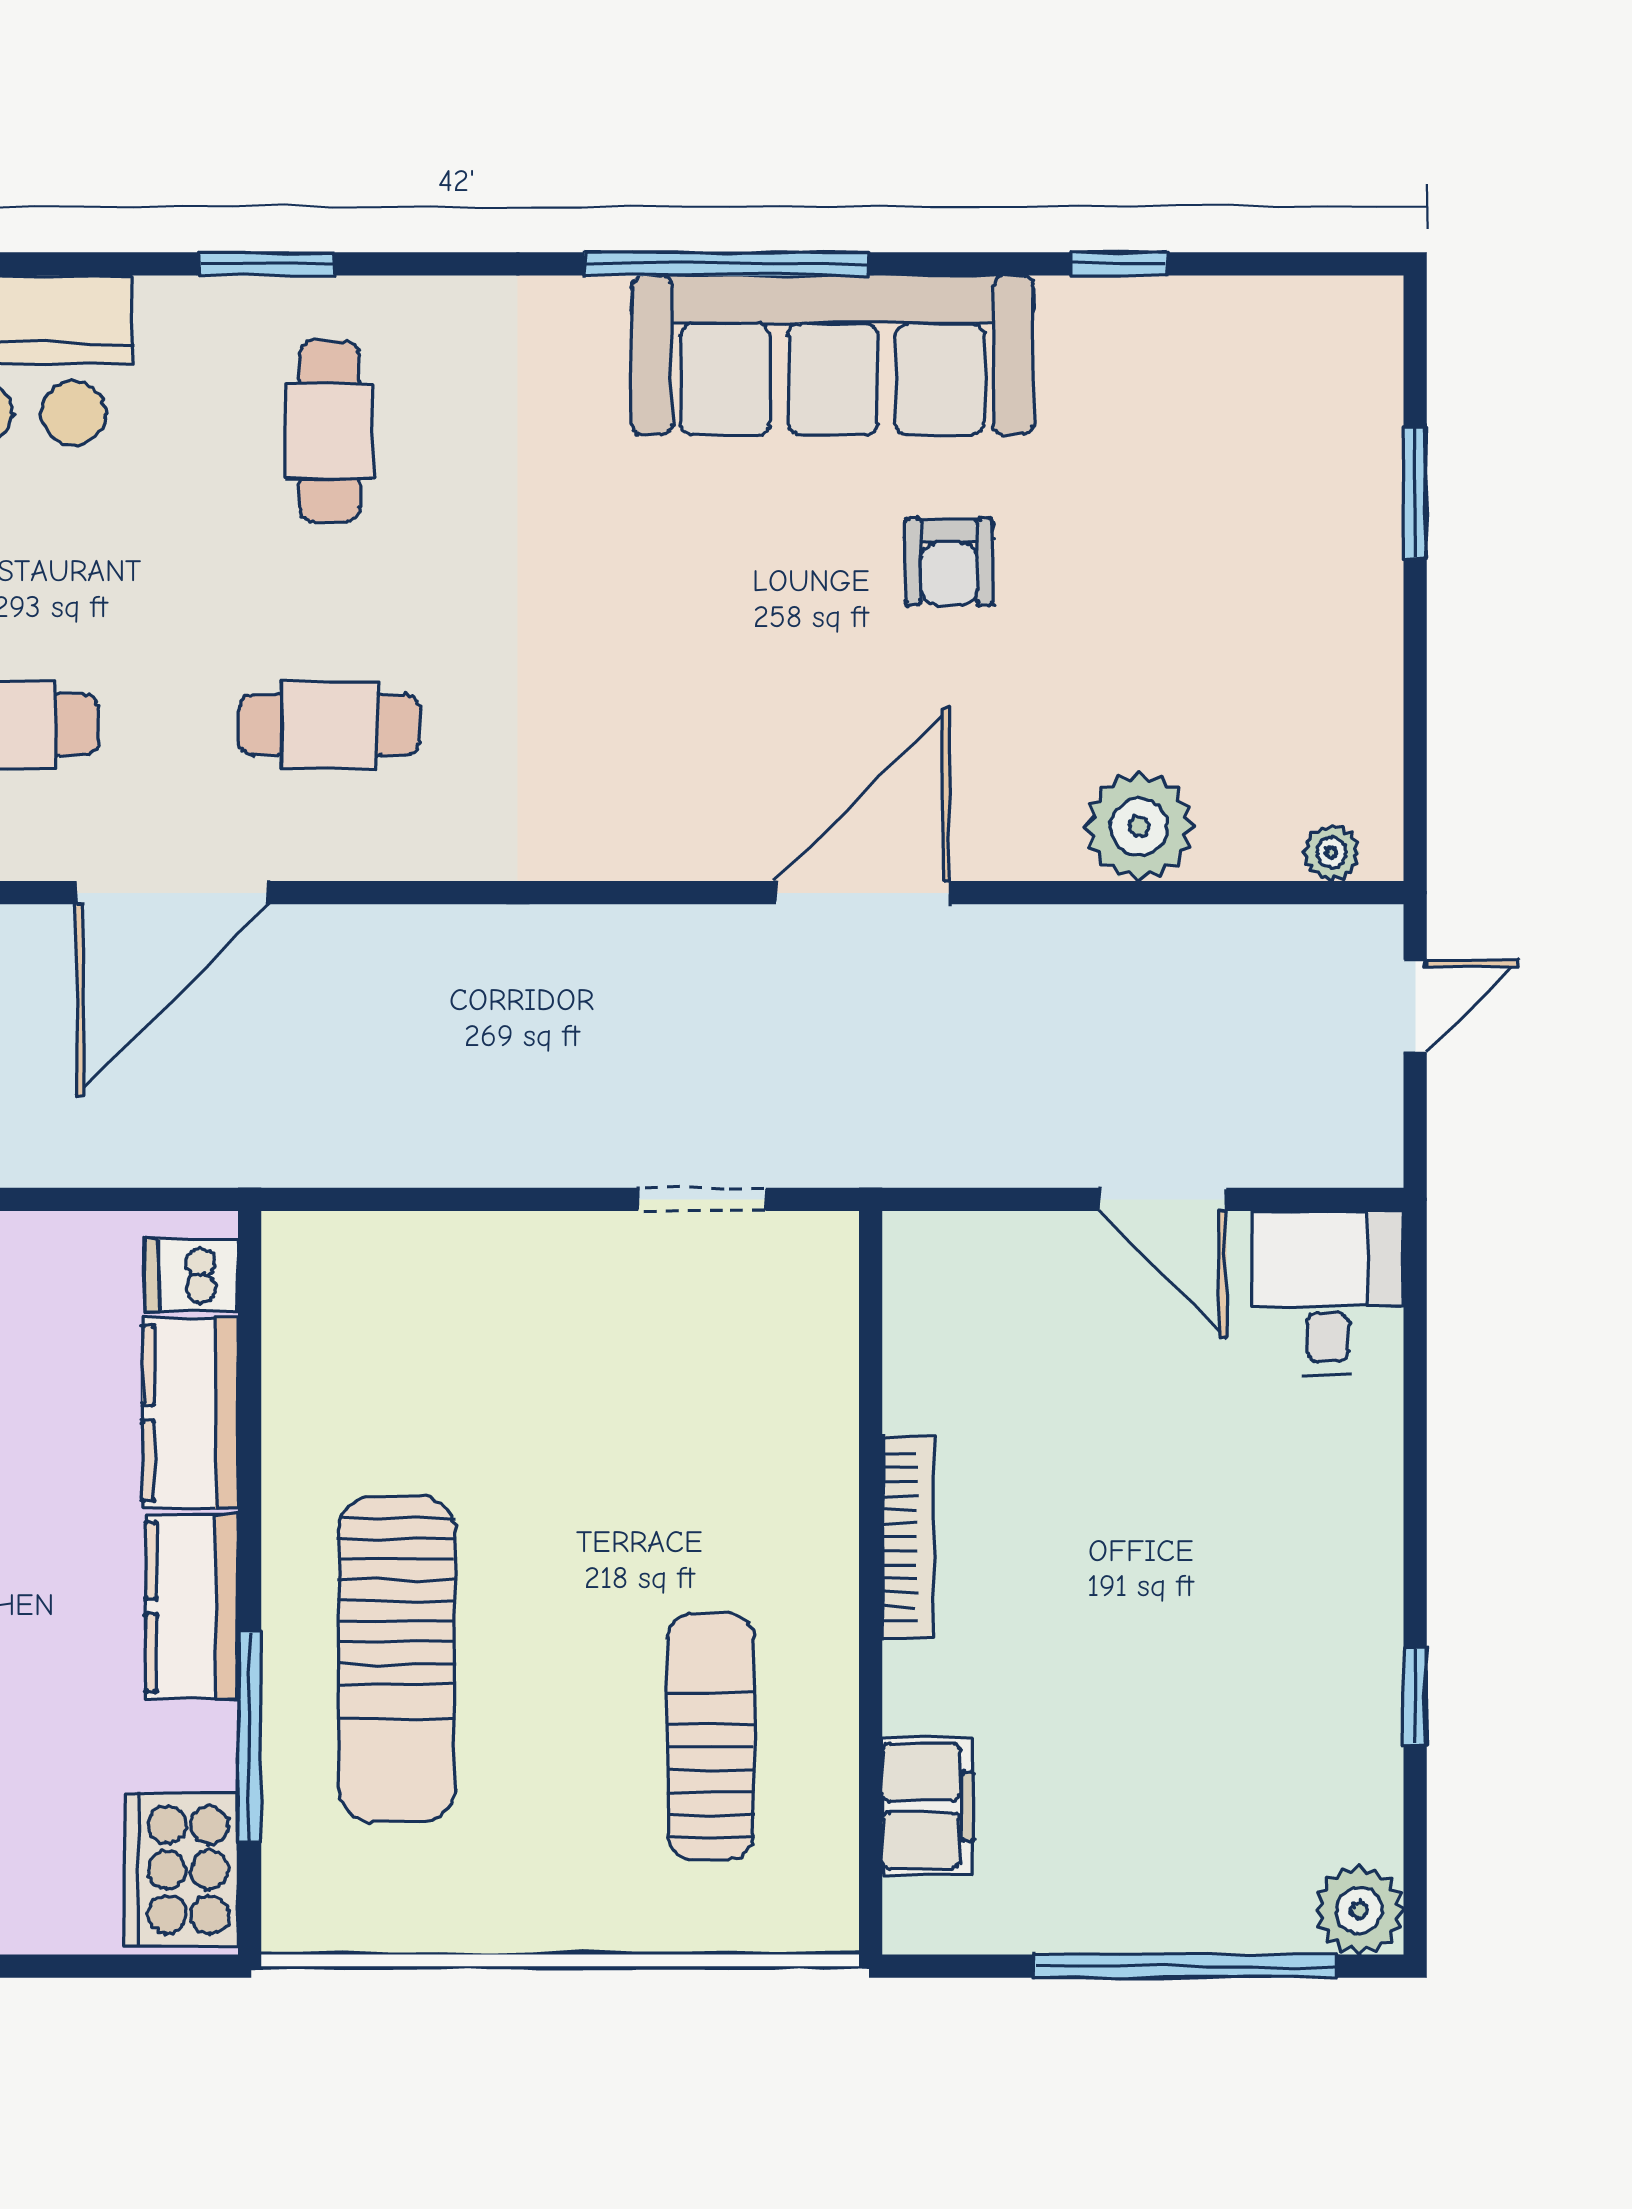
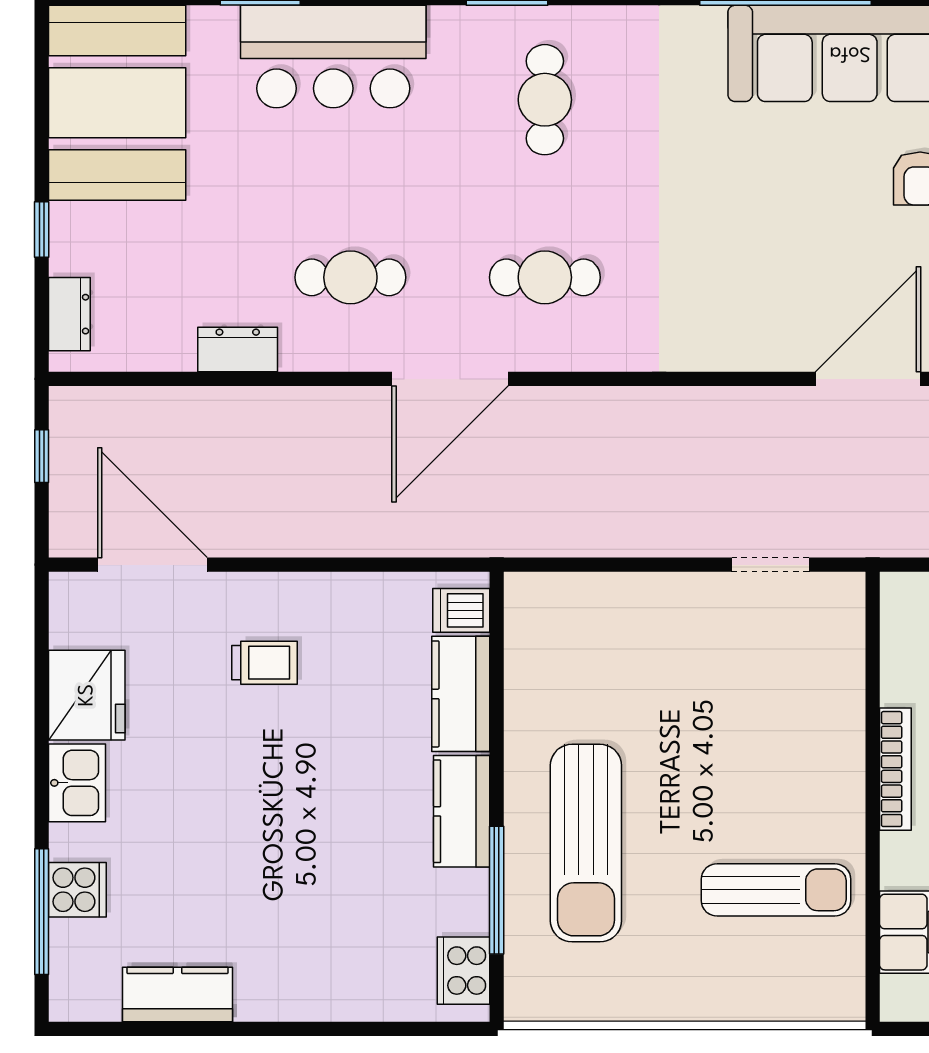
sun lounger: (711, 1737) -> (776, 890), turned 90
cooker: (182, 1870) -> (464, 971), width x0.73, depth x0.76

